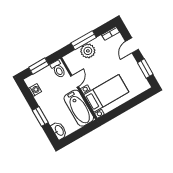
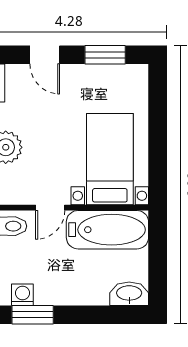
door: (75, 81) -> (50, 208), swing flipped
window: (40, 116) -> (33, 315), moved

